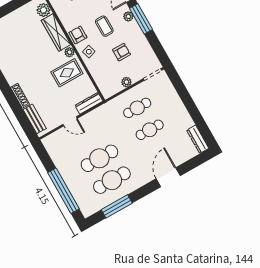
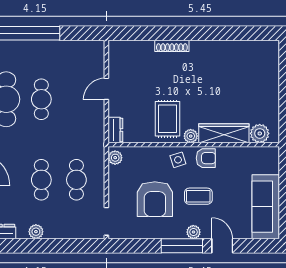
armchair: (122, 52) -> (155, 199), width x1.88, depth x1.88
plant: (126, 82) -> (115, 158), moved
dresser: (89, 103) -> (115, 130), width x0.70
plant: (184, 115) -> (36, 232), added
bench: (35, 119) -> (134, 48), removed
cafe table: (99, 158) -> (41, 99), width x0.73, depth x0.74

